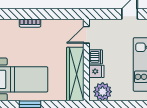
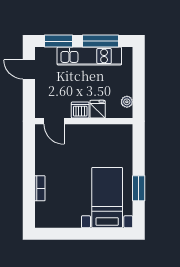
wardrobe: (75, 74) -> (101, 134), removed
plant: (103, 92) -> (127, 102), width x0.53, depth x0.53

